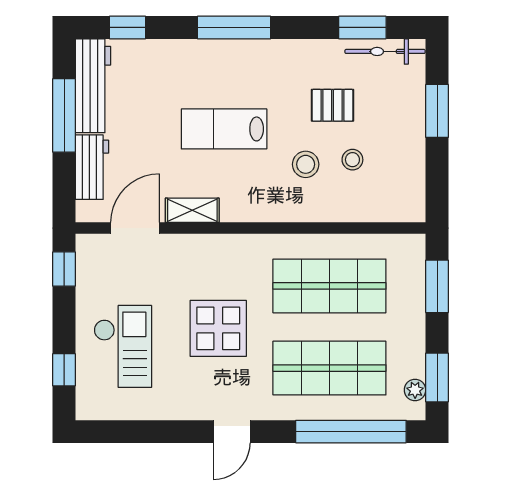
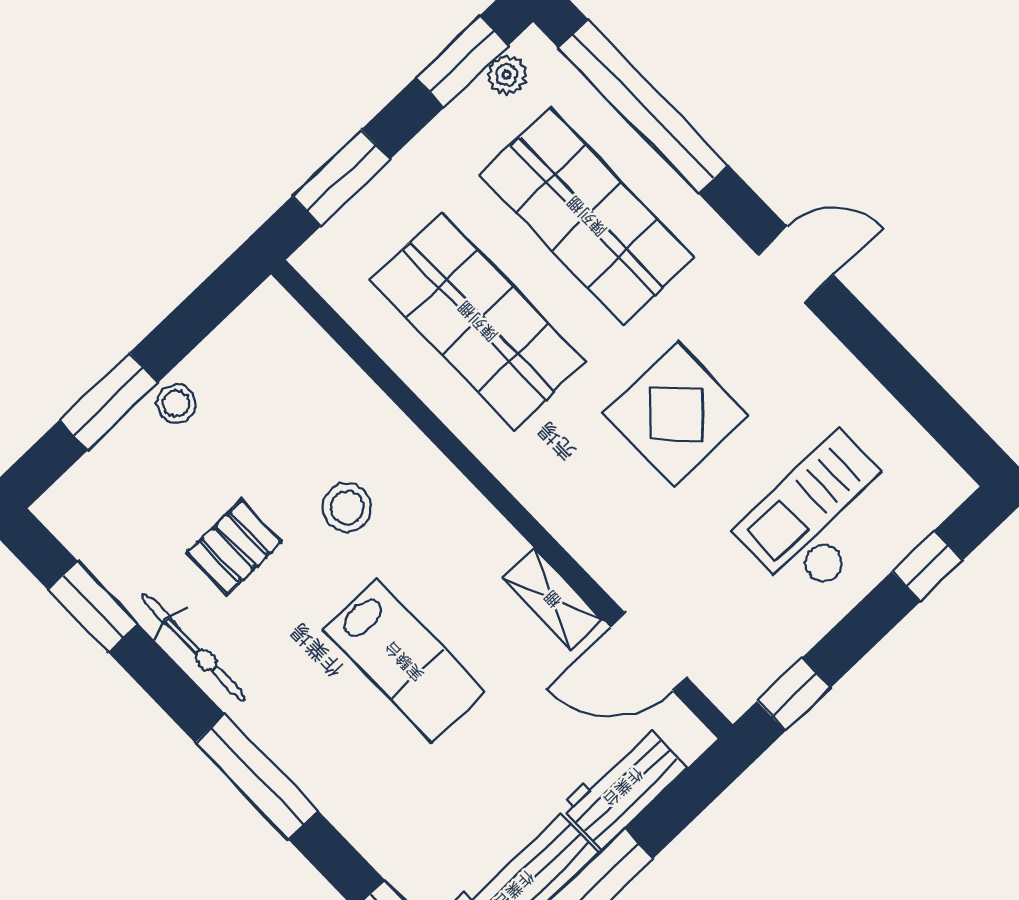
bicycle: (385, 51) -> (194, 647), moved
pallet: (332, 105) -> (234, 547), turned 90
stool: (352, 160) -> (176, 404), moved

